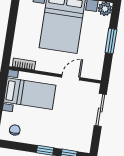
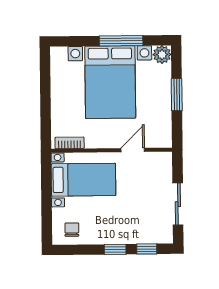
sliding door: (100, 110) -> (178, 204), moved

